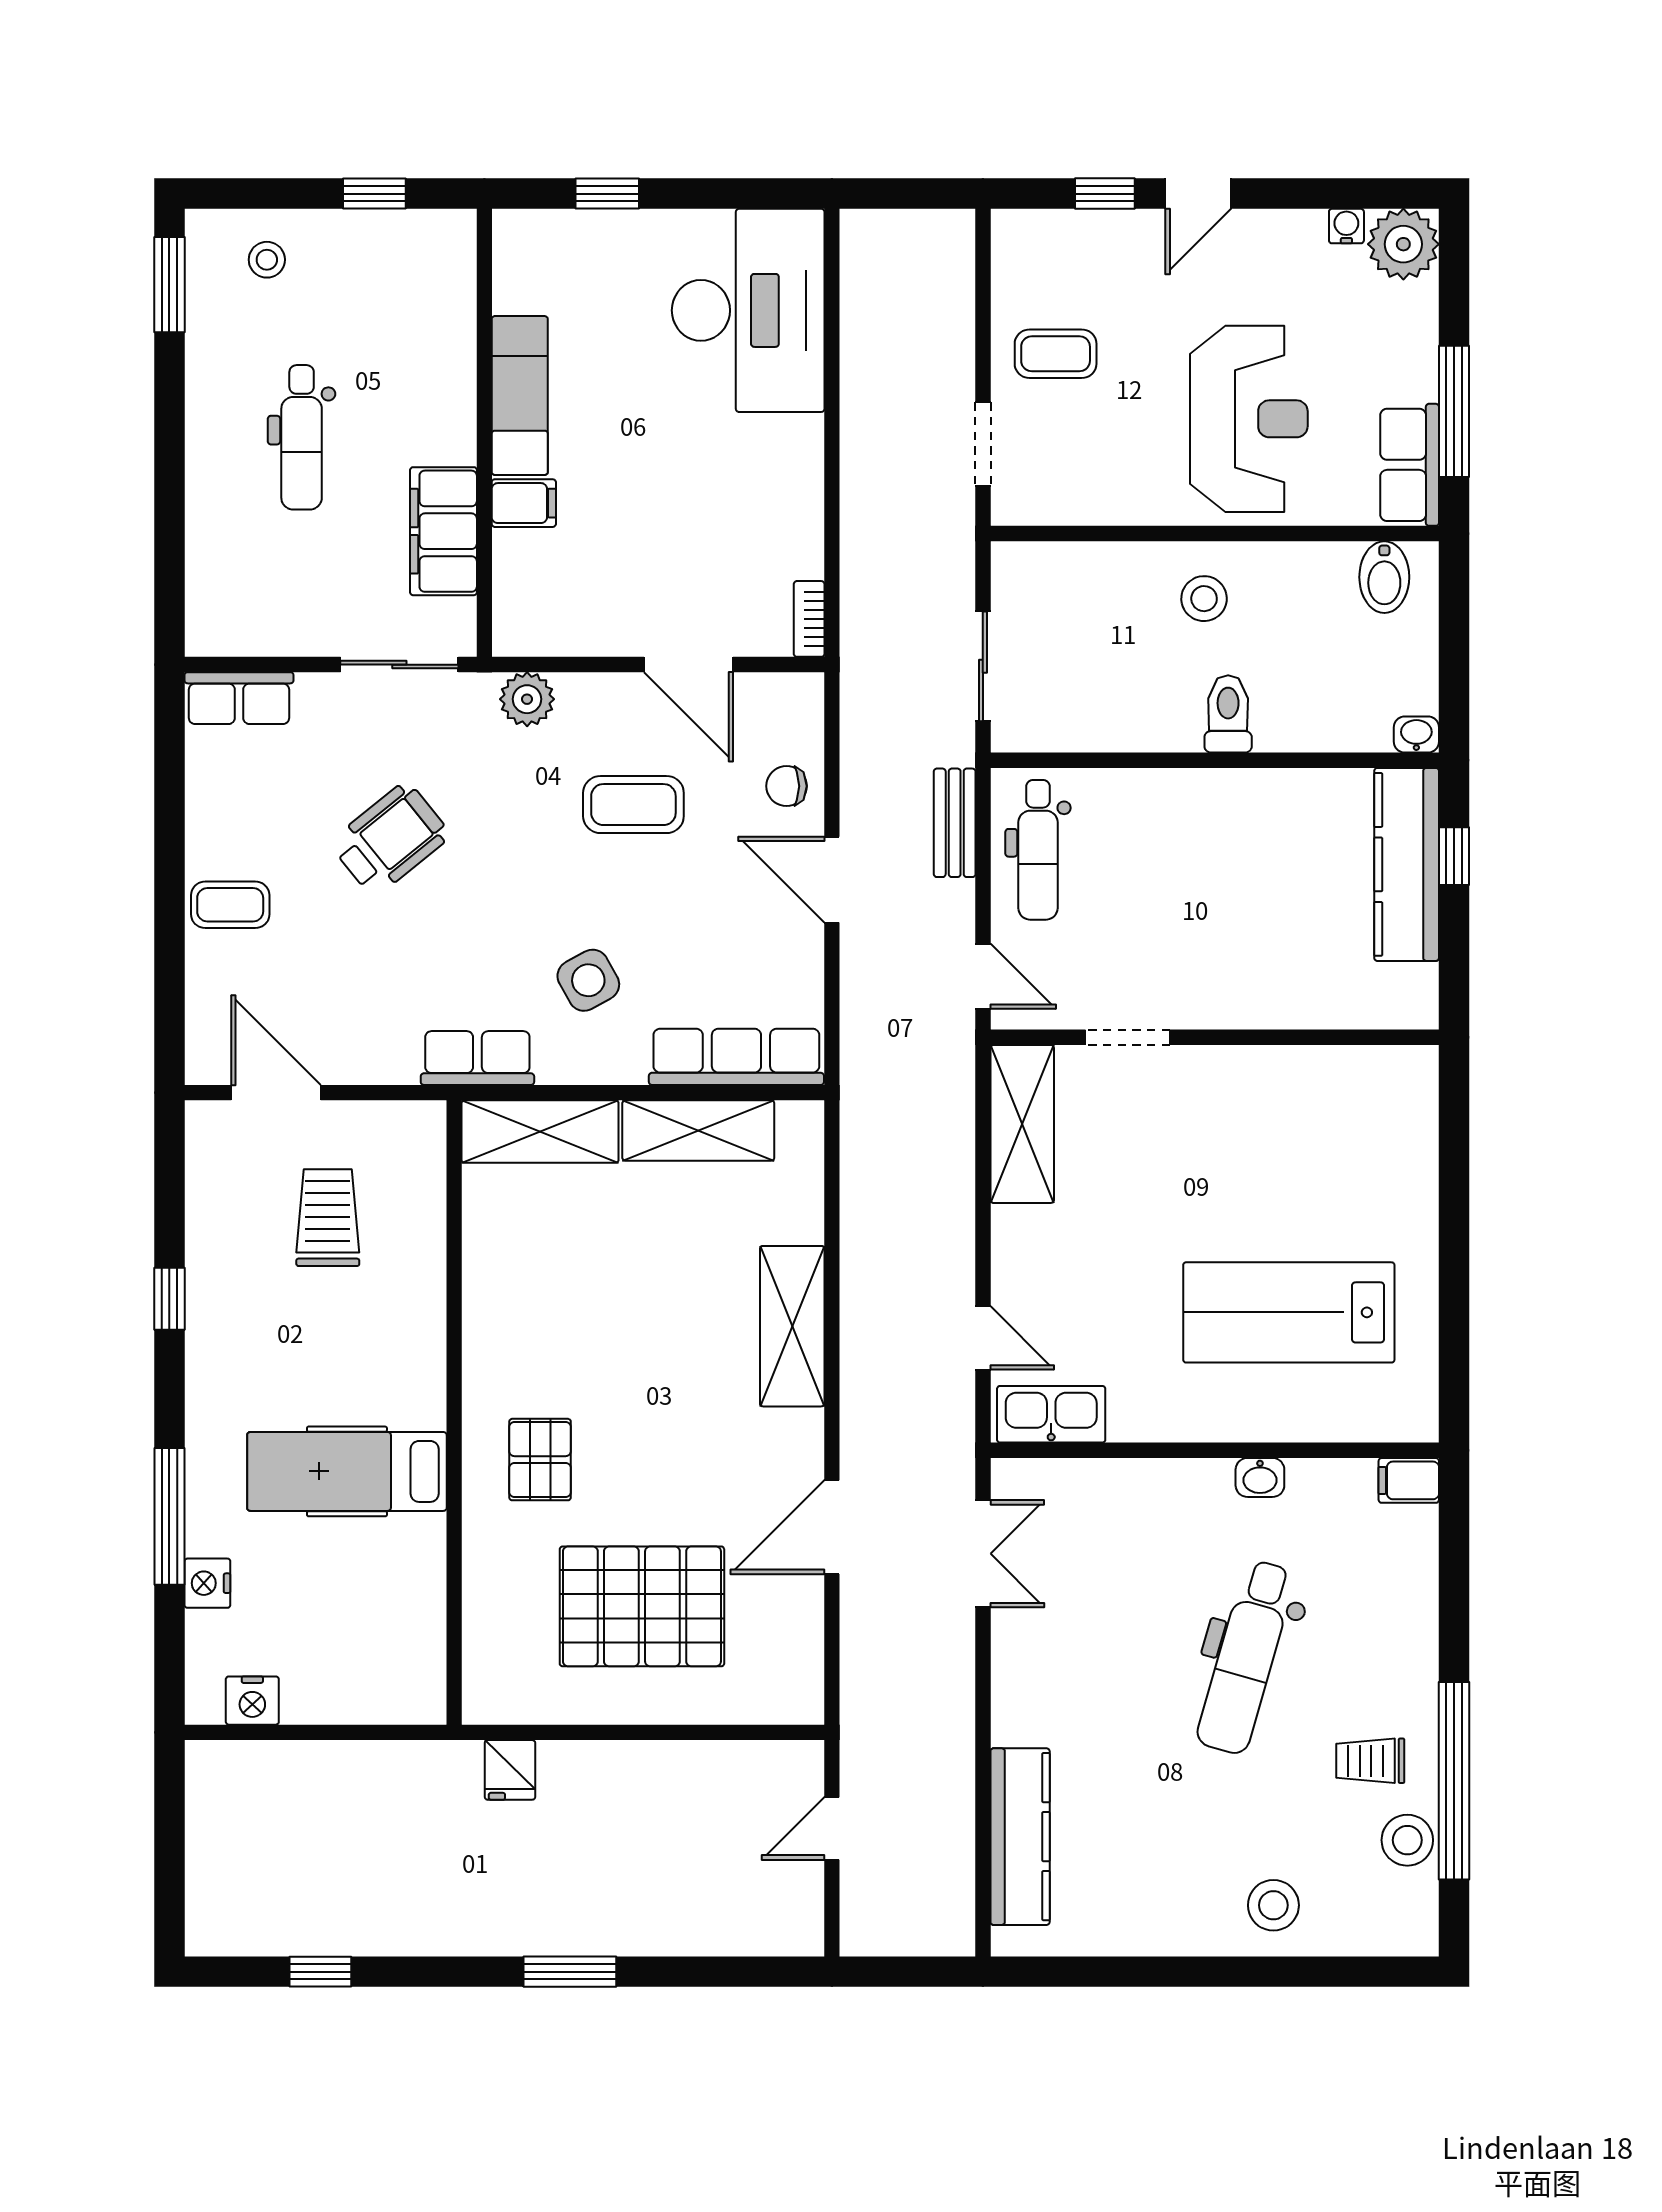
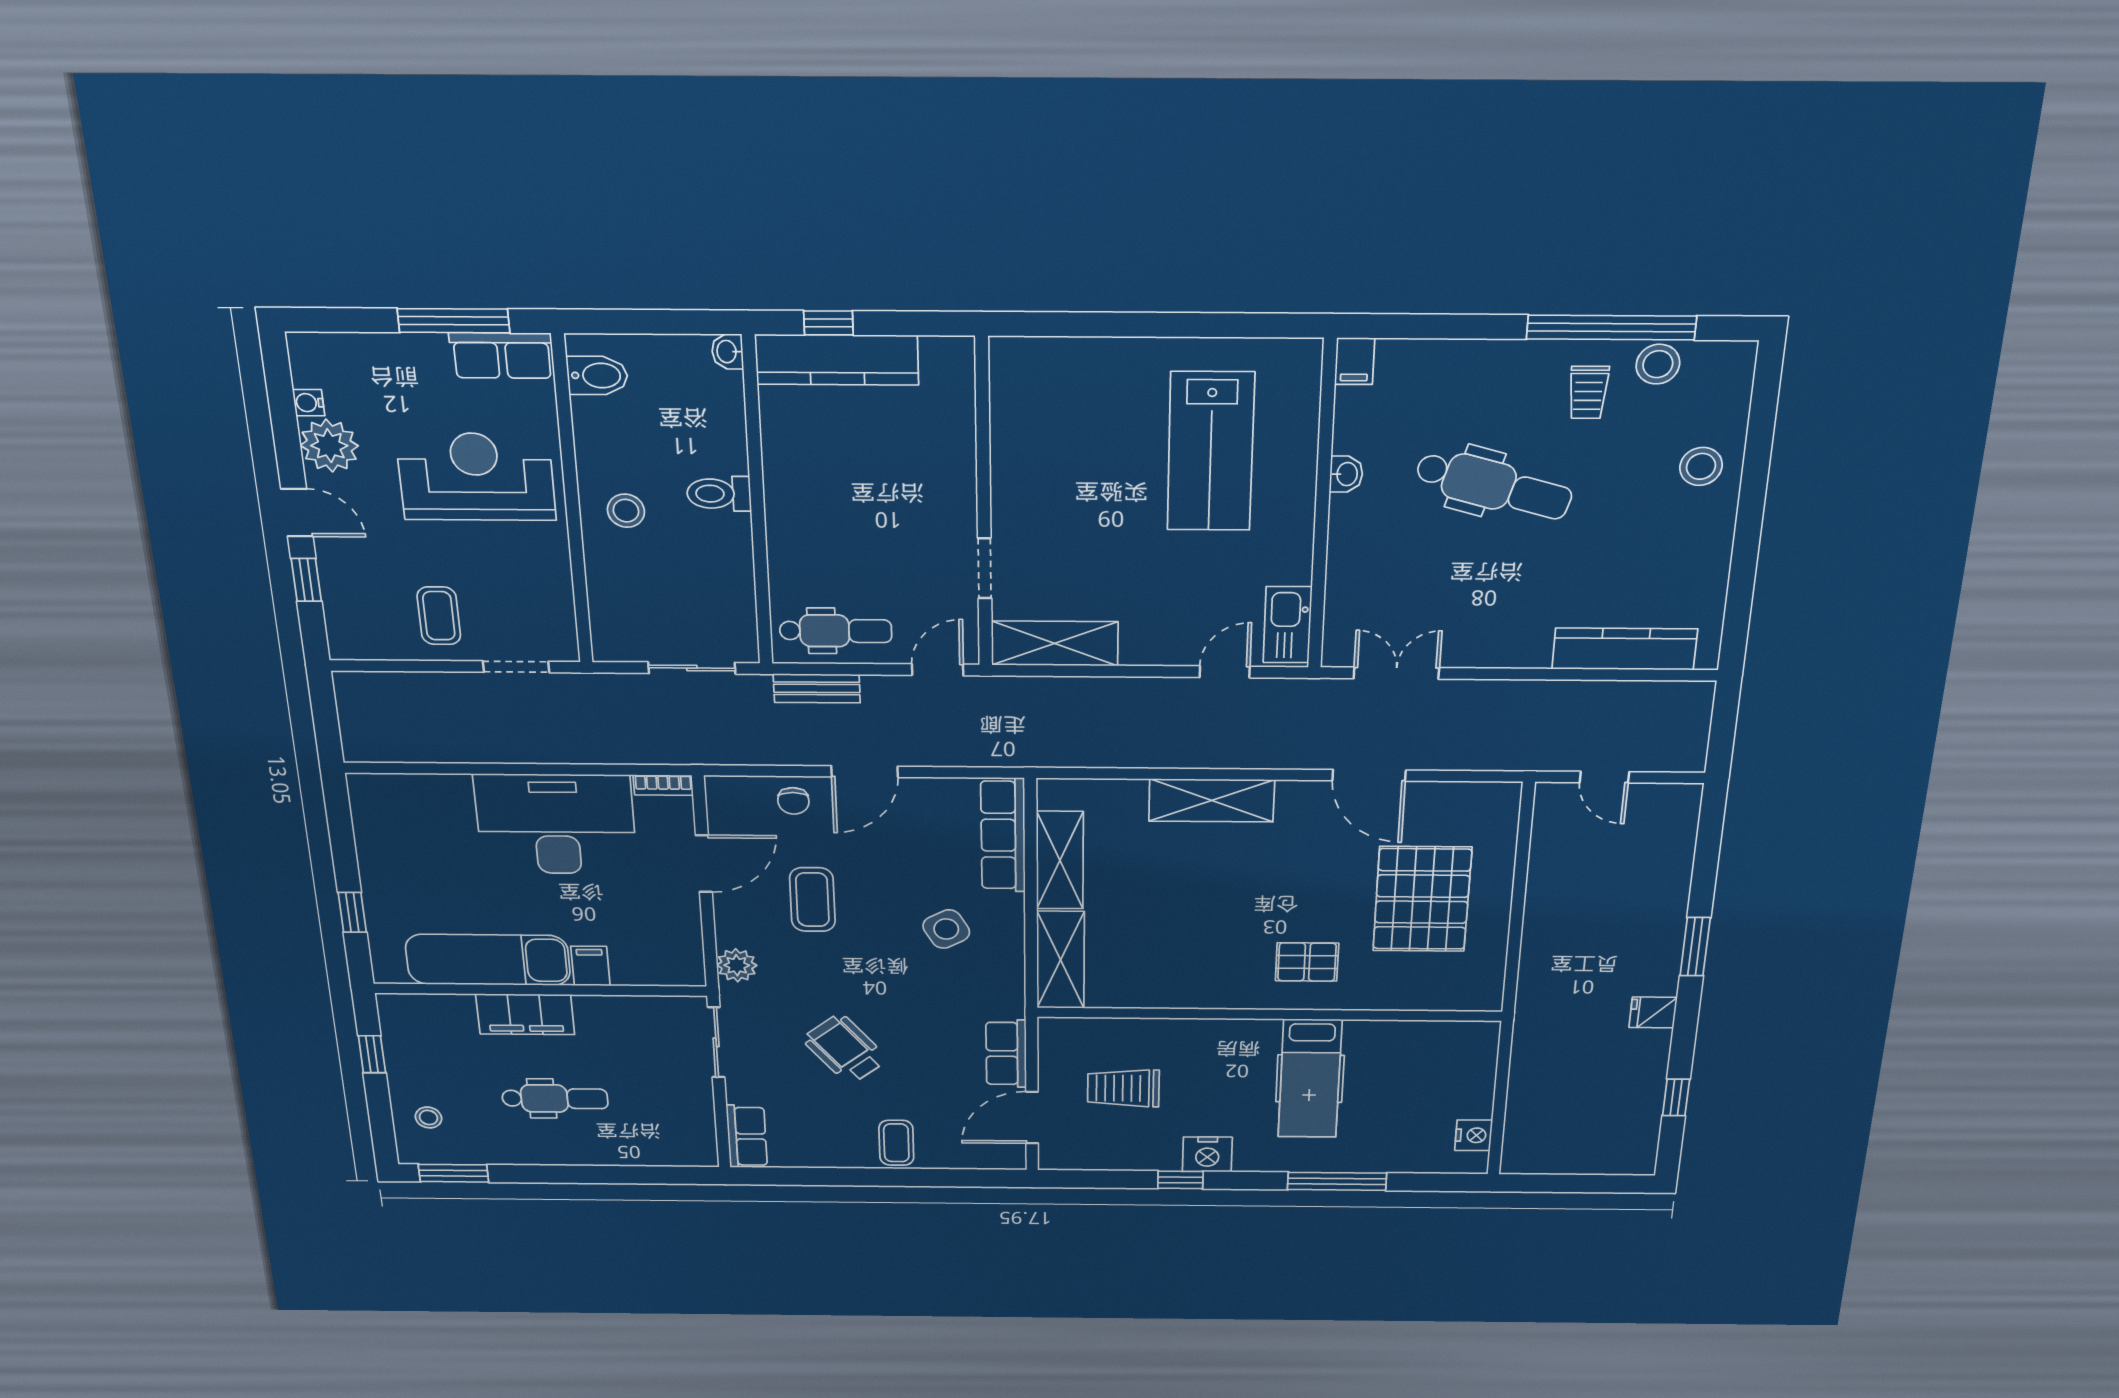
plant: (1403, 244) -> (329, 446), moved
desk: (748, 310) -> (556, 824), moved
exam couch: (520, 395) -> (488, 960), width x1.36, depth x1.45
filing cabinet: (443, 531) -> (525, 1014), moved
row of seats: (477, 1058) -> (1006, 1054), moved
nightstand: (207, 1583) -> (1207, 1154), moved, width x1.36, depth x1.33
fridge: (510, 1770) -> (1653, 1012), moved, turned 180

